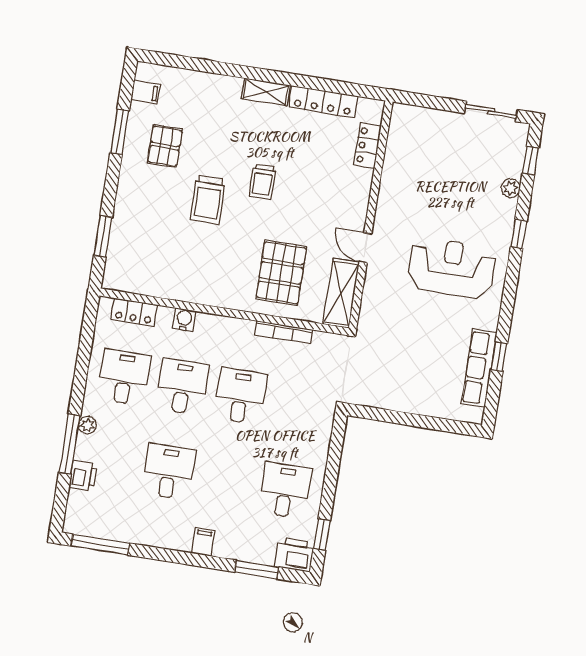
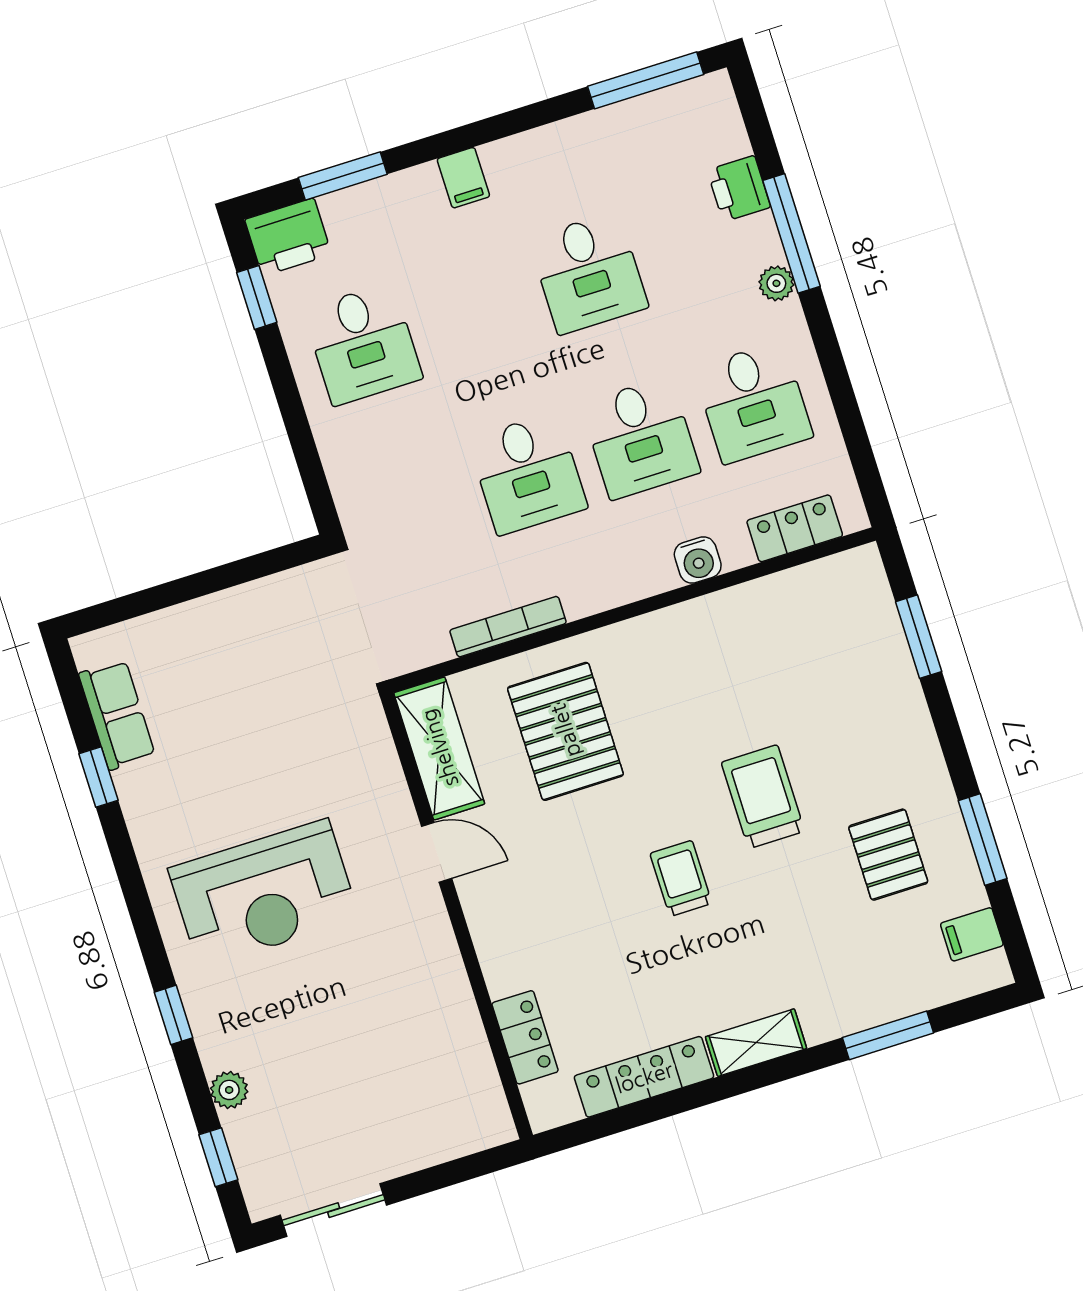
window: (205, 66) -> (888, 1035), added
row of seats: (479, 368) -> (117, 715), width x0.68

